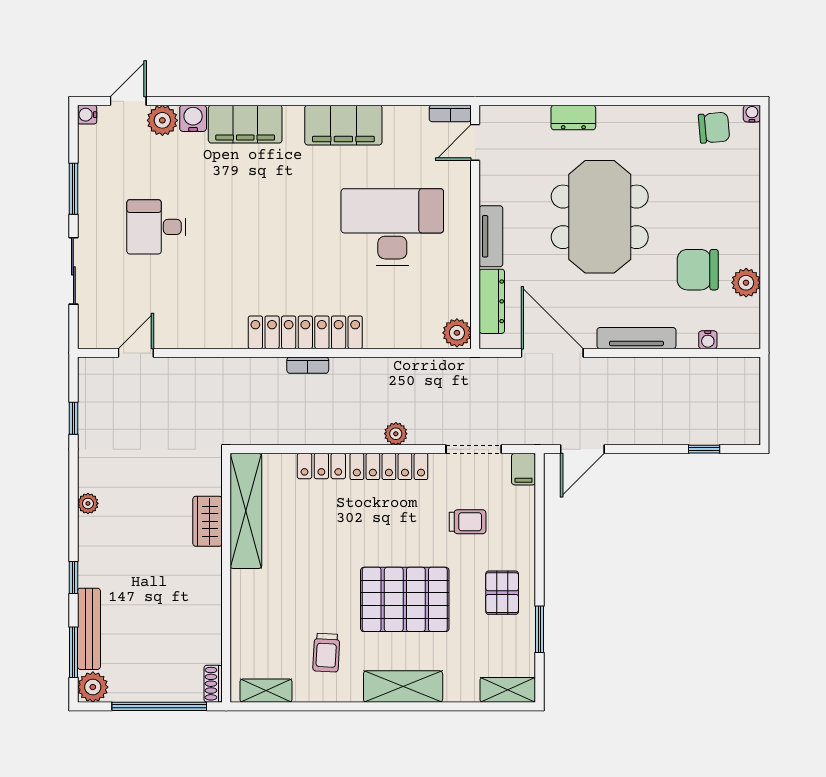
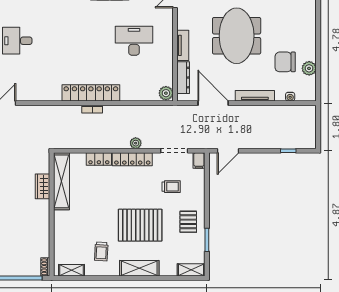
desk: (392, 227) -> (134, 41), width x0.73, depth x0.77

